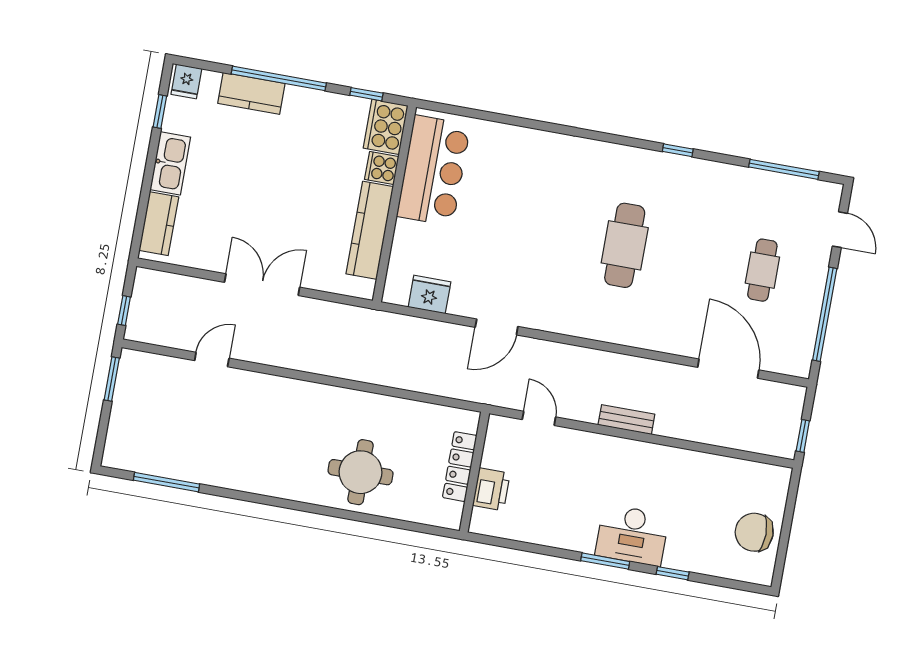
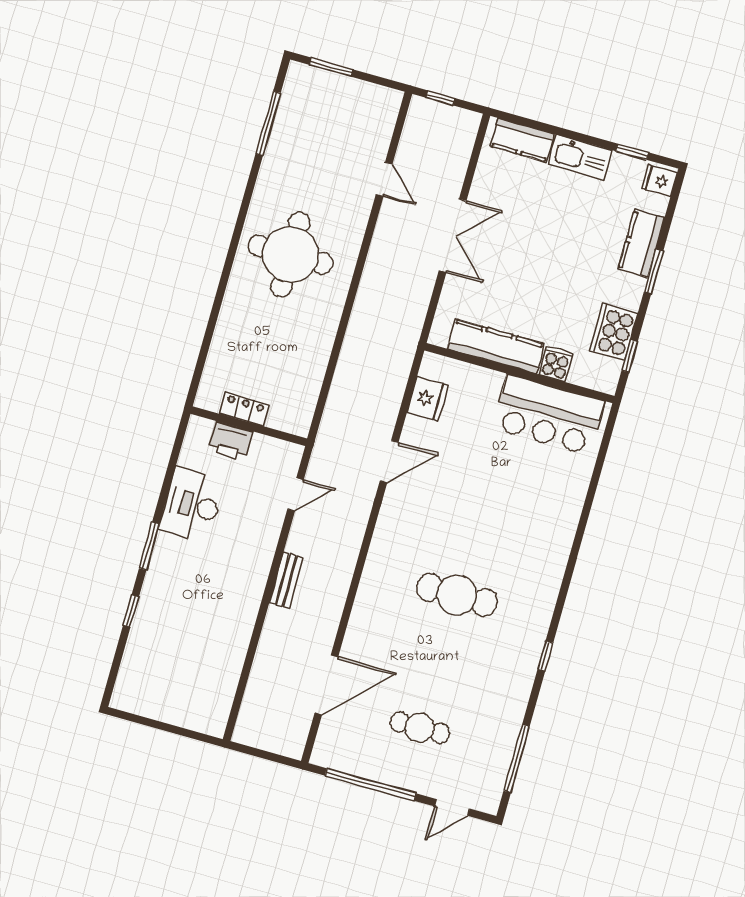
window: (279, 78) -> (653, 271), width x0.47
cooker: (386, 127) -> (614, 332), moved, turned -90
door: (497, 327) -> (389, 462), swing flipped
window: (112, 379) -> (331, 67), moved
window: (803, 436) -> (253, 752), removed
locker: (460, 467) -> (244, 409), width x0.66
round table: (361, 472) -> (290, 254), moved, width x1.36, depth x1.36
chair: (754, 532) -> (163, 695), removed
desk: (632, 535) -> (192, 505), moved

